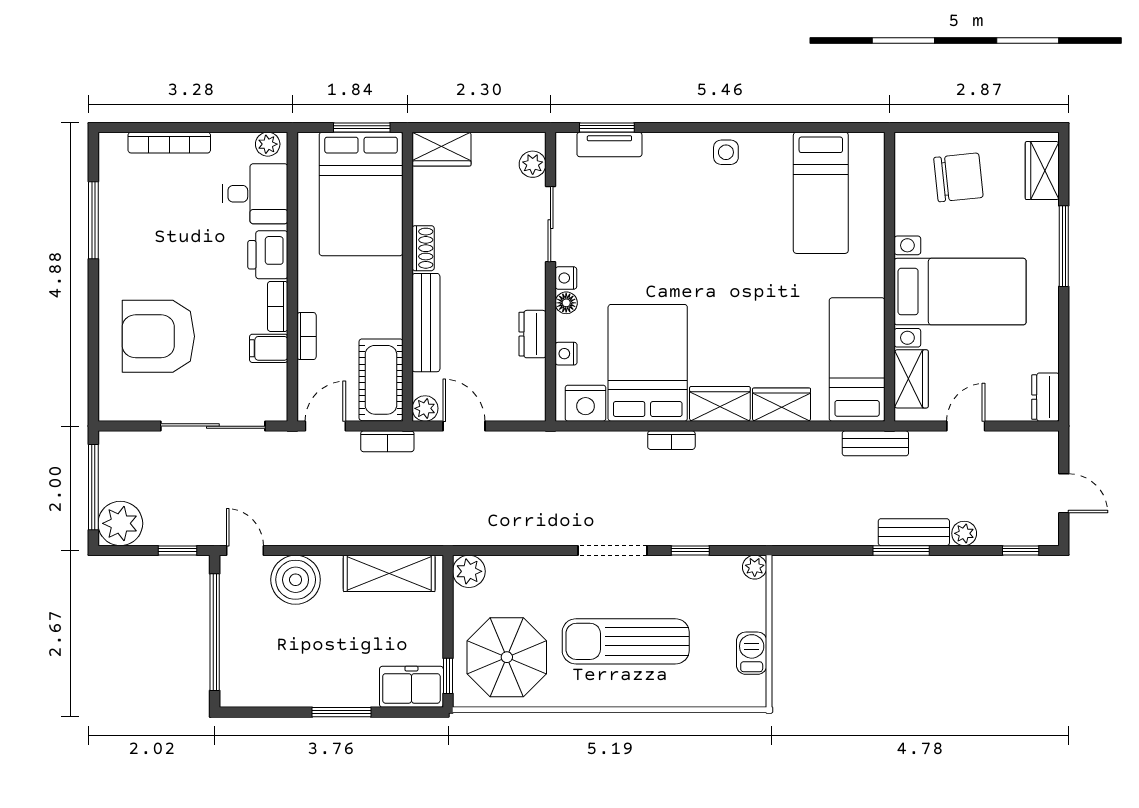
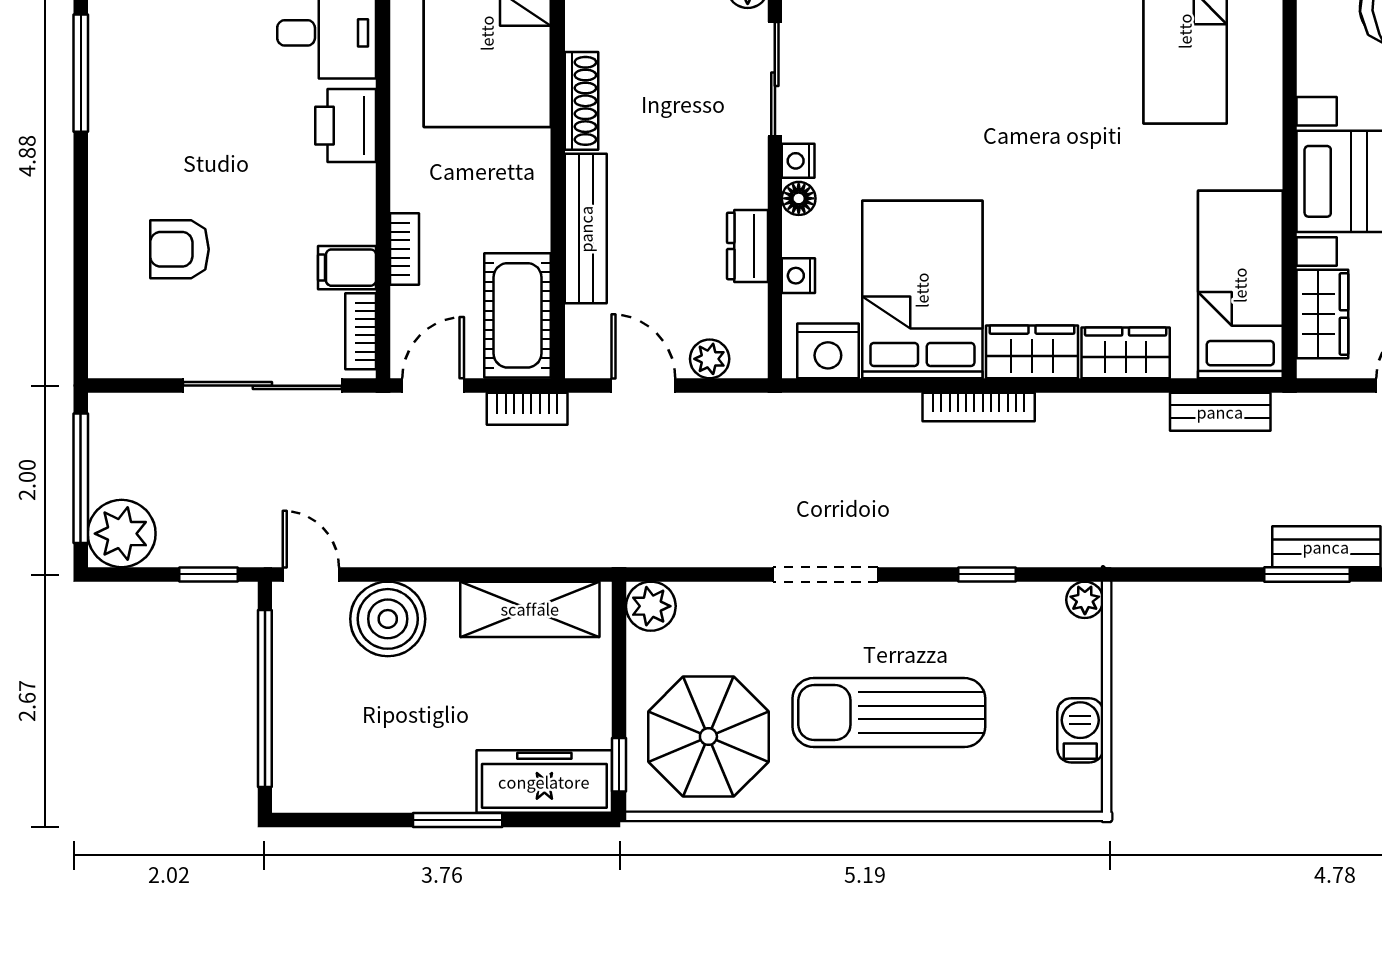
shoe rack: (423, 248) -> (581, 101), width x1.43
bookcase: (278, 306) -> (361, 331), moved
armchair: (158, 336) -> (179, 249), width x0.53, depth x0.53
plant: (425, 408) -> (710, 359), moved
bookcase: (671, 440) -> (979, 407), width x1.56
bench: (875, 443) -> (1220, 412), moved
doorway: (612, 550) -> (825, 574), moved
freezer: (411, 687) -> (544, 782), width x1.40

